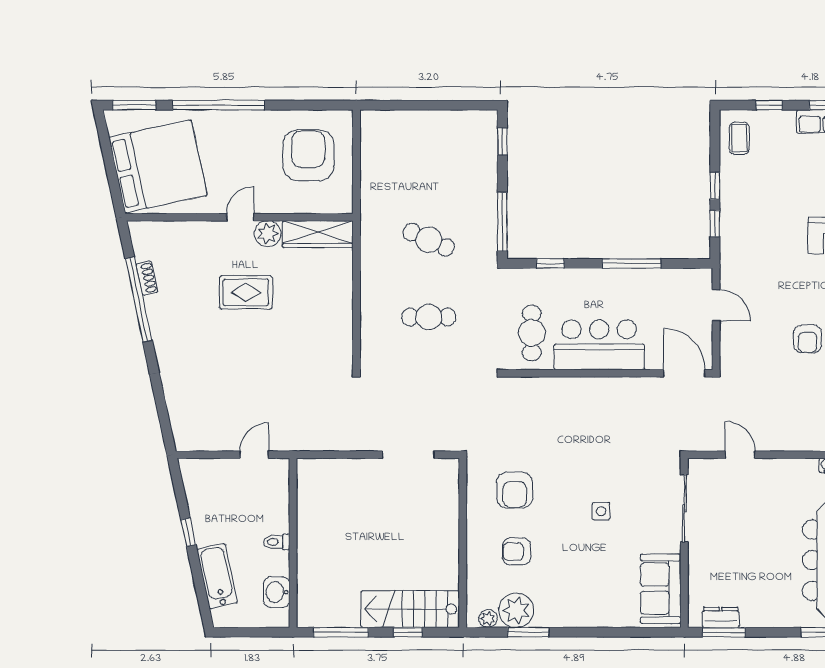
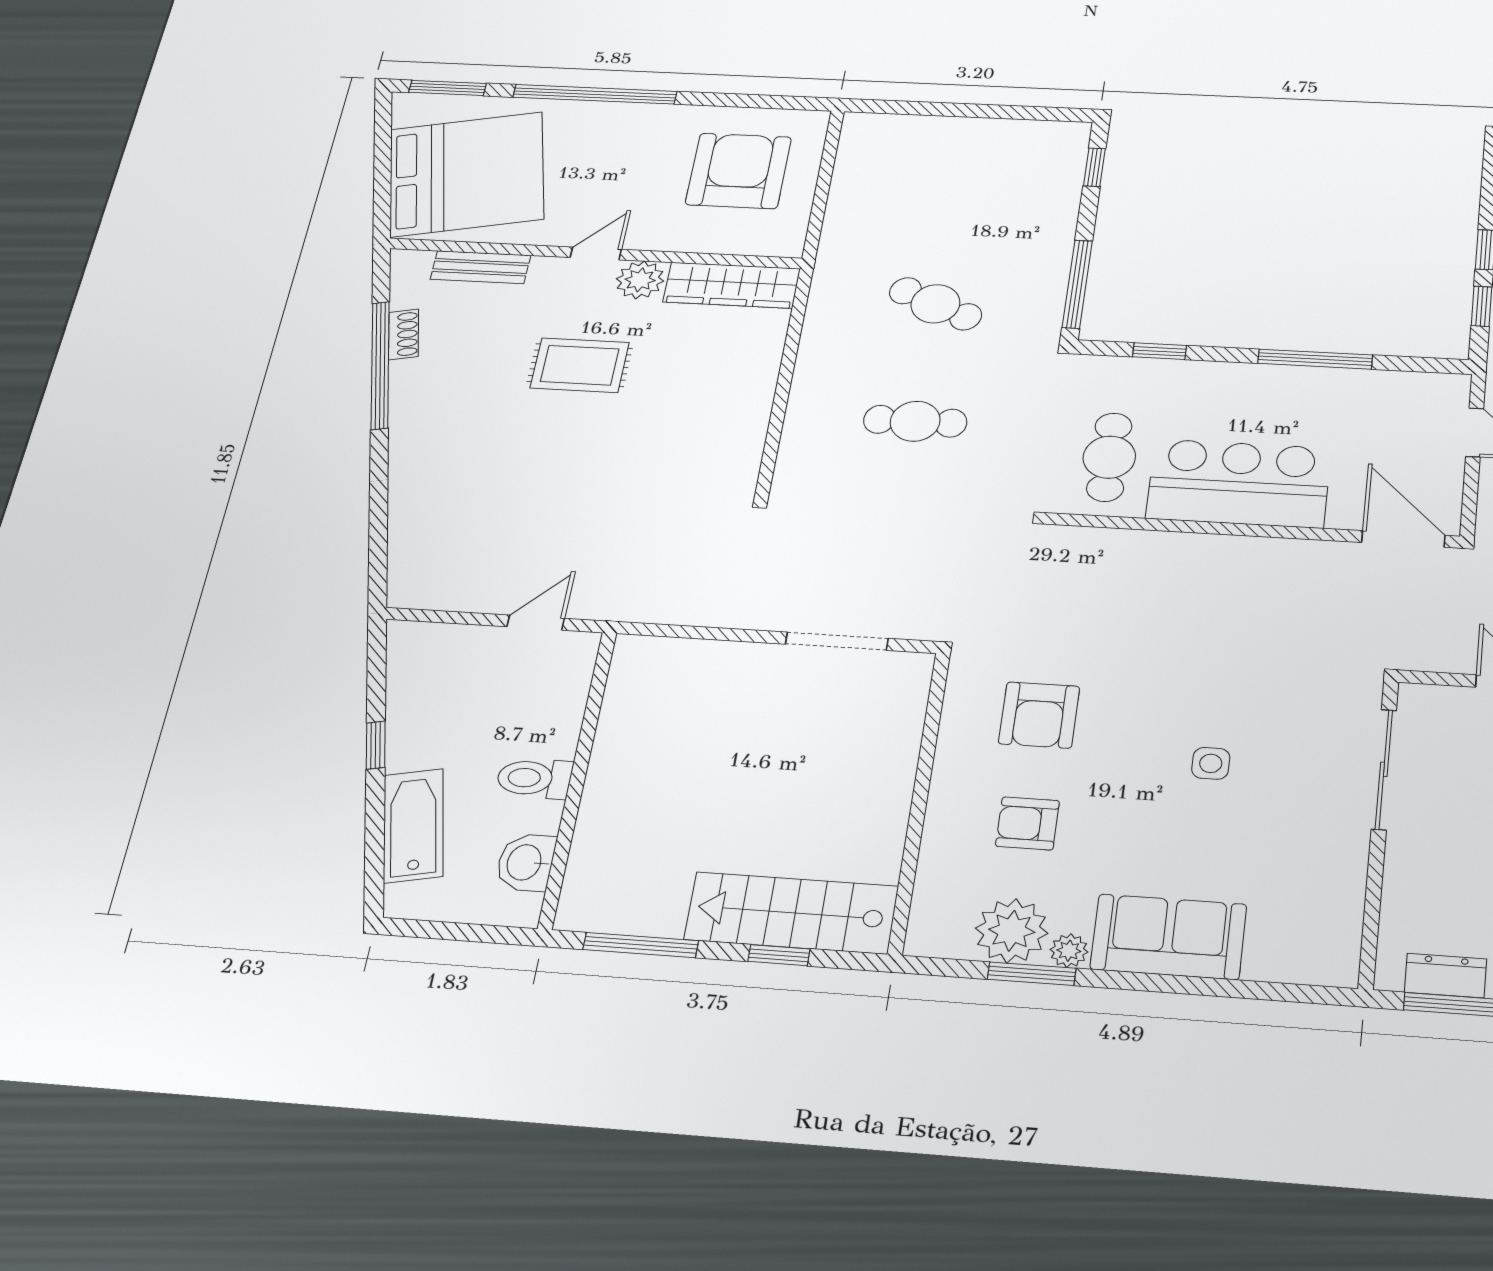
bench: (179, 230) -> (480, 267), added
toilet: (277, 542) -> (534, 778), width x1.37, depth x1.39
sofa: (661, 589) -> (1168, 937), moved, turned 90
plant: (488, 619) -> (1069, 951), moved

